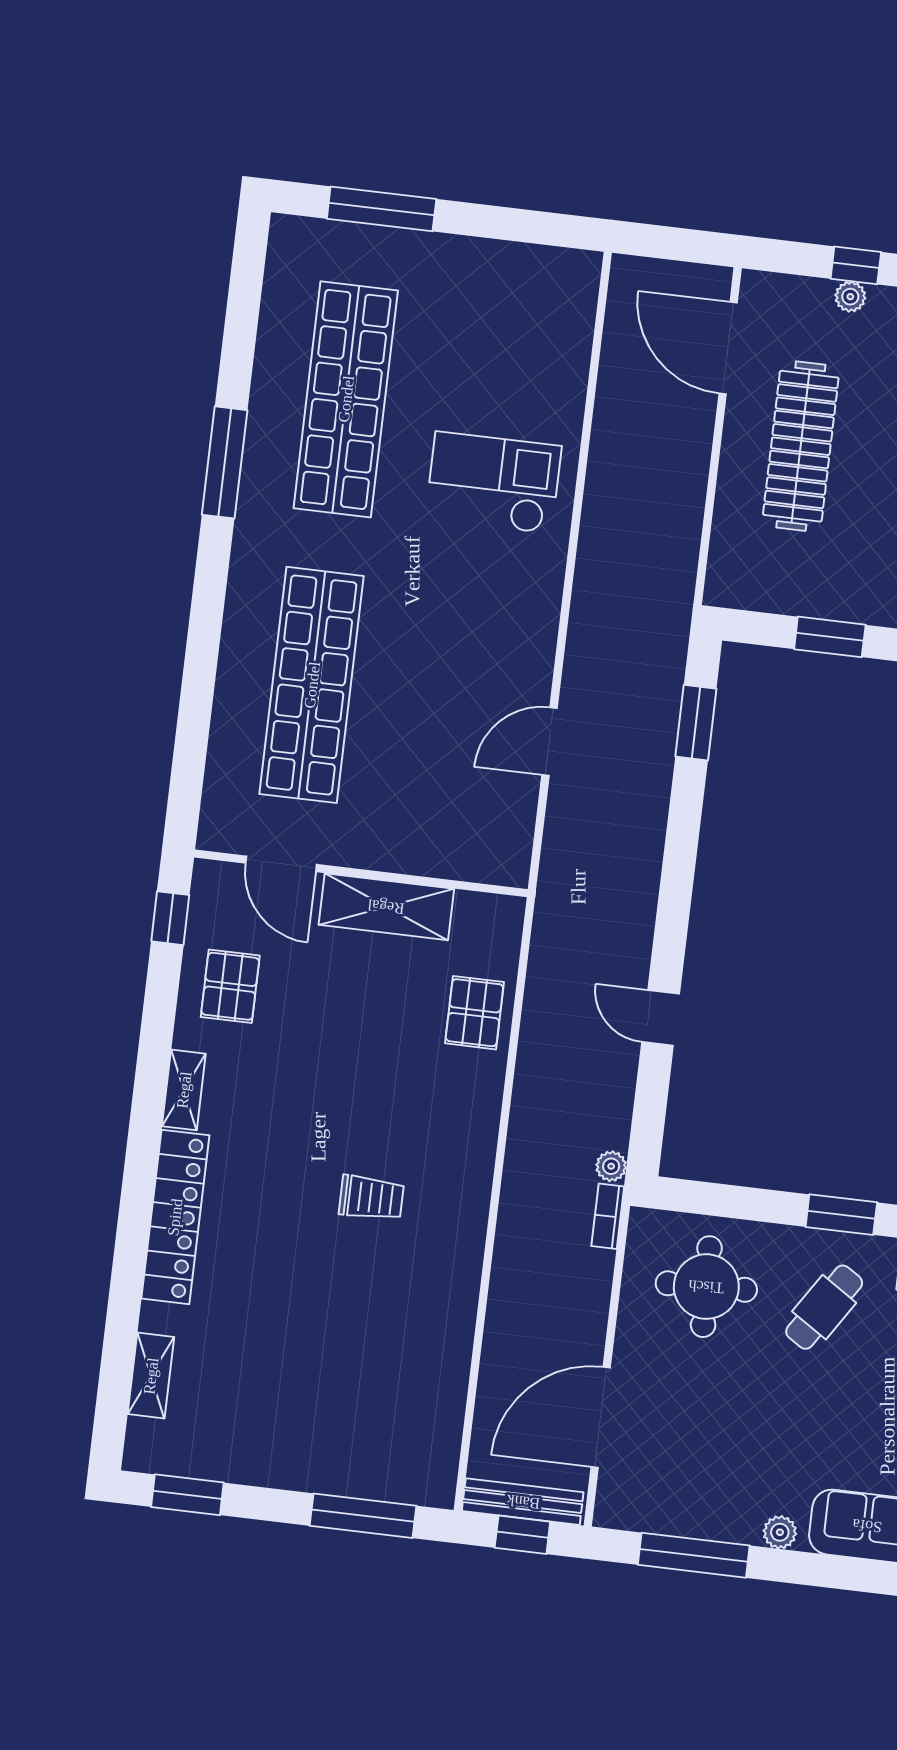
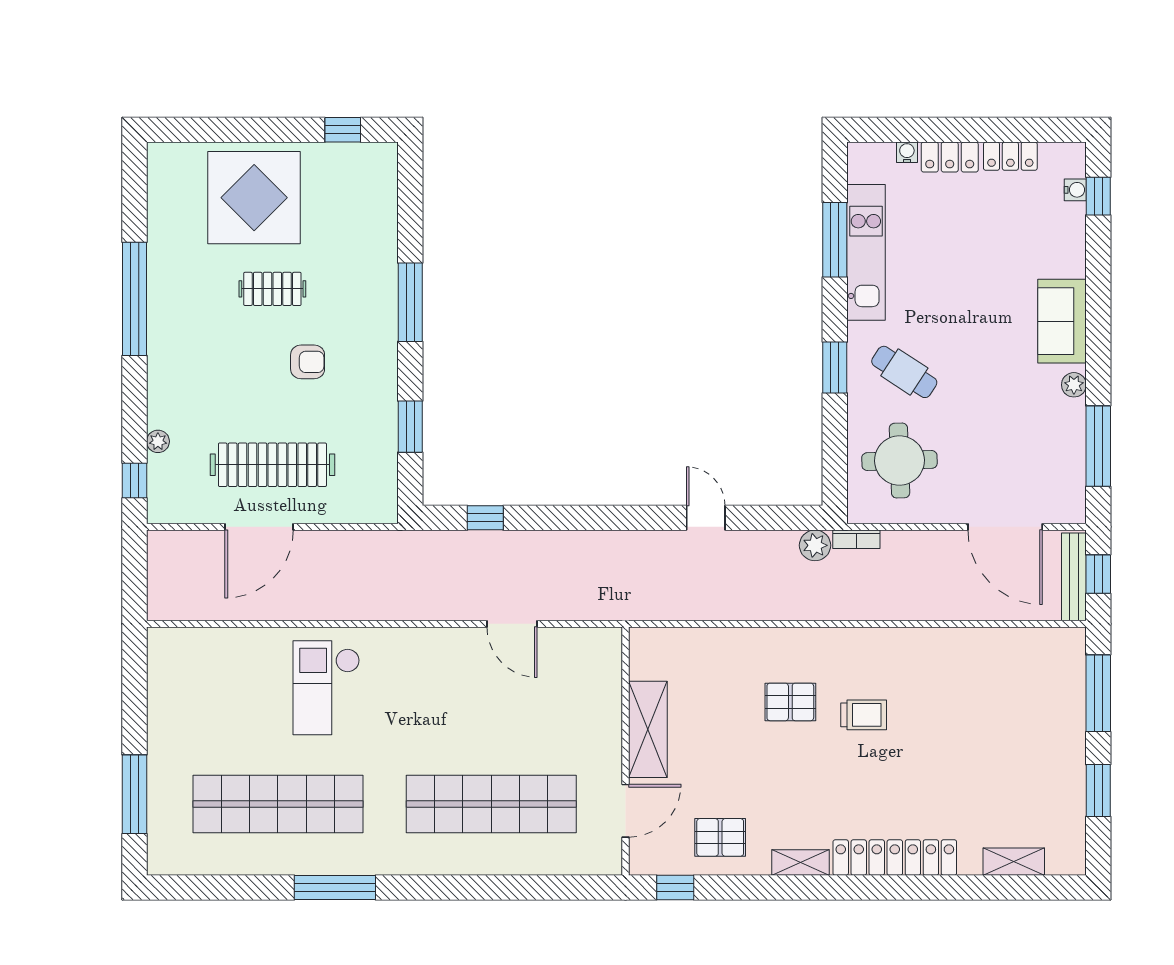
window: (856, 265) -> (134, 480), moved
door: (728, 348) -> (259, 527), moved
window: (696, 723) -> (485, 518), width x0.67
pallet: (474, 1013) -> (790, 702), moved
door: (661, 1018) -> (706, 518), swing flipped
plant: (611, 1166) -> (815, 545), width x1.38, depth x1.38
trolley: (371, 1198) -> (864, 715), turned 90
window: (187, 1495) -> (1098, 790), moved

